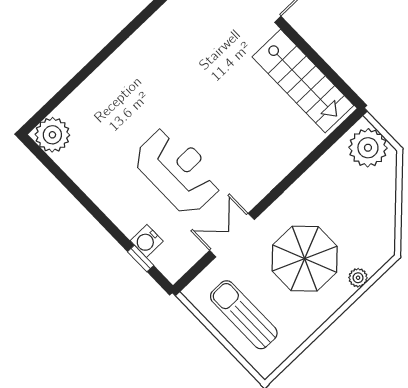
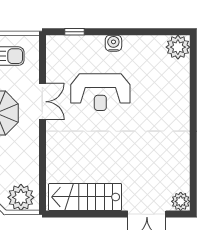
double door: (232, 235) -> (42, 102), moved
water cooler: (147, 241) -> (113, 43), moved

